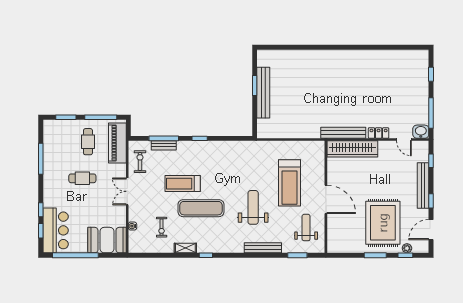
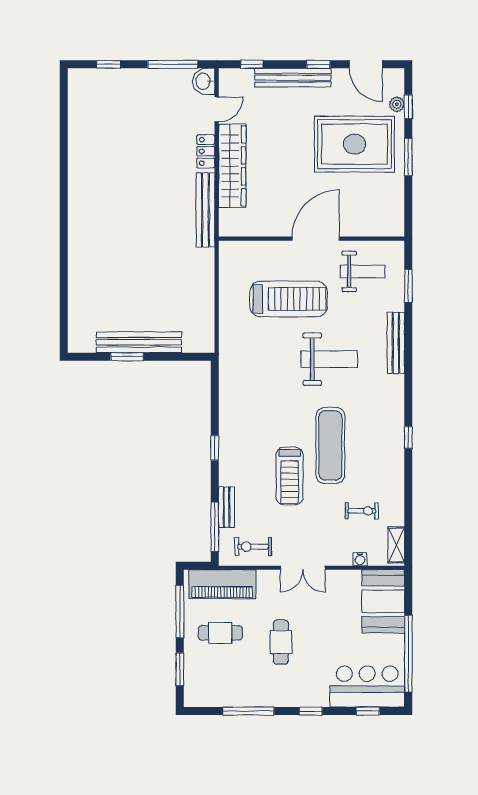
window: (164, 138) -> (215, 527), moved
wardrobe: (352, 149) -> (232, 166), moved
weight bench: (253, 207) -> (329, 359), turned 180
window: (41, 210) -> (311, 711), moved
weight bench: (306, 228) -> (363, 271), turned 180
shelving: (185, 248) -> (396, 545), moved

